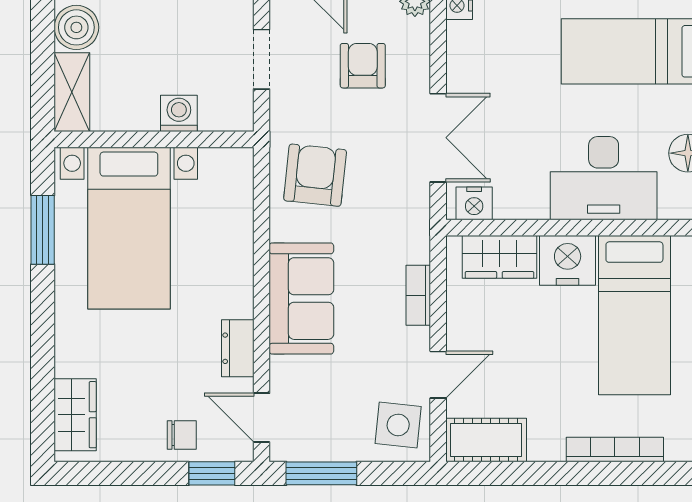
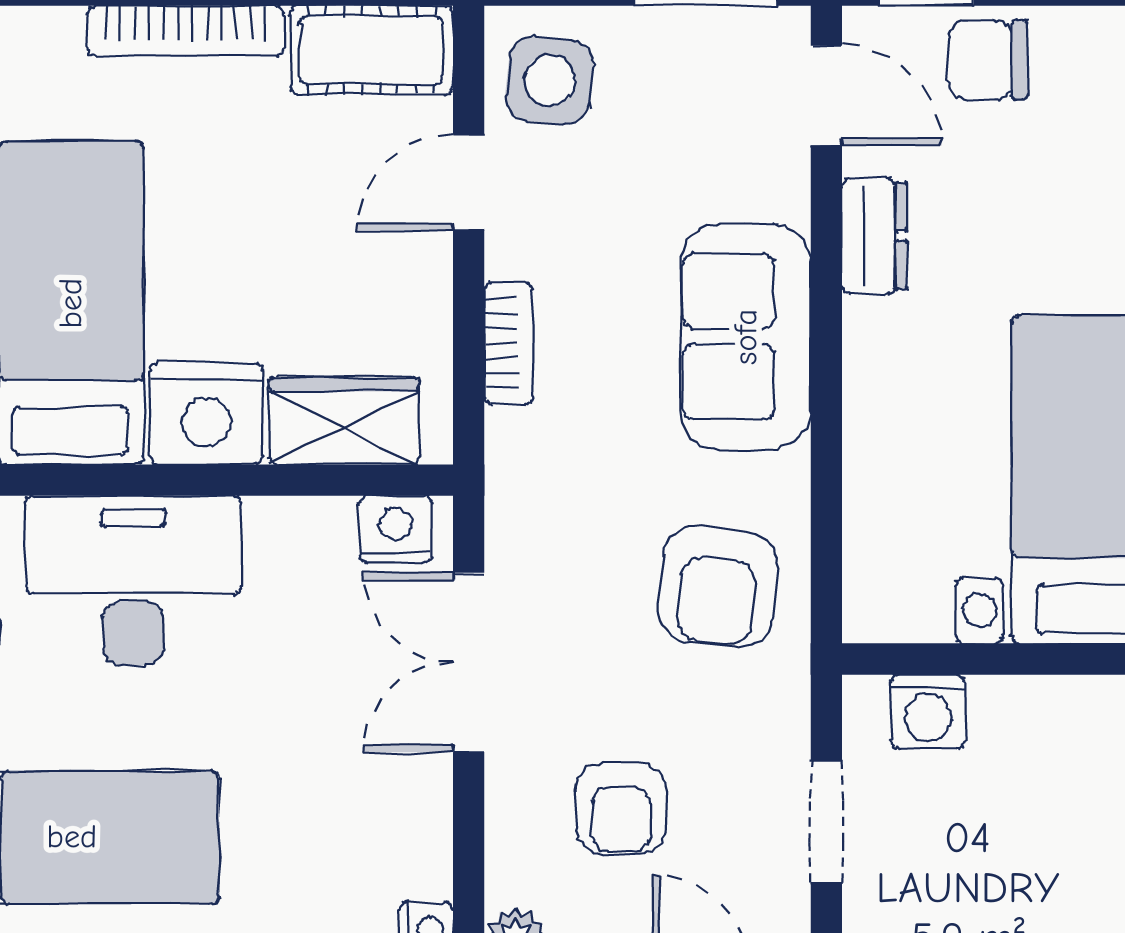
washing machine: (179, 113) -> (928, 712), moved
chair: (182, 435) -> (988, 60), width x1.37, depth x1.37
bookcase: (615, 449) -> (185, 31), moved

